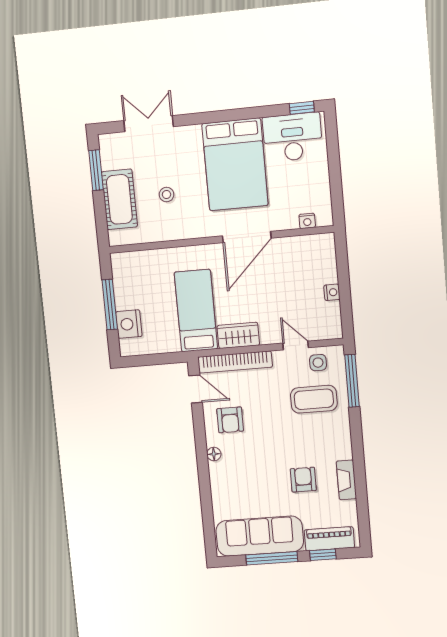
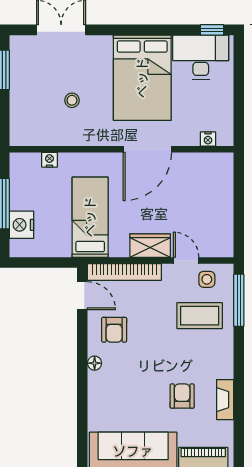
cot: (119, 199) -> (25, 101), removed
nightstand: (332, 292) -> (49, 160), moved, turned -90
wardrobe: (238, 335) -> (150, 246), moved

